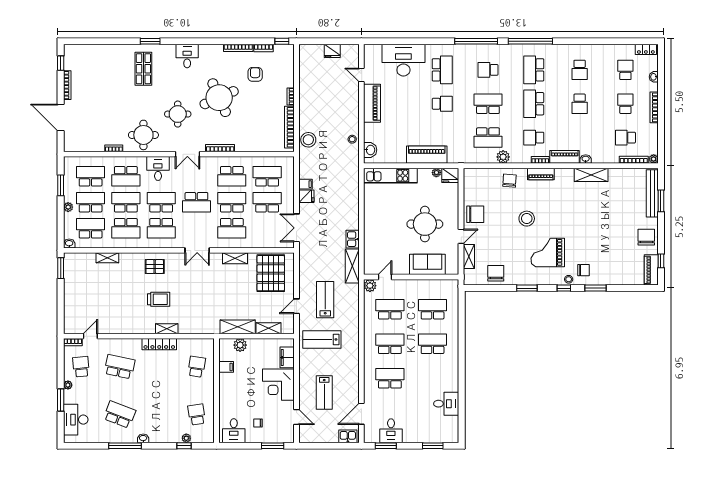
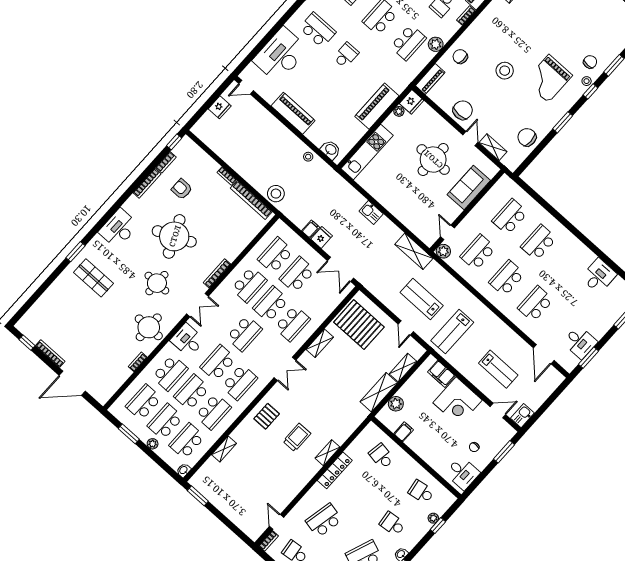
desk: (187, 56) -> (119, 228), width x1.37
door: (361, 75) -> (246, 87), moved
piano: (541, 174) -> (430, 79), moved
kitchen sink: (353, 239) -> (371, 212), moved
school desk: (158, 414) -> (392, 524), added
kitchen sink: (348, 436) -> (522, 416), moved

